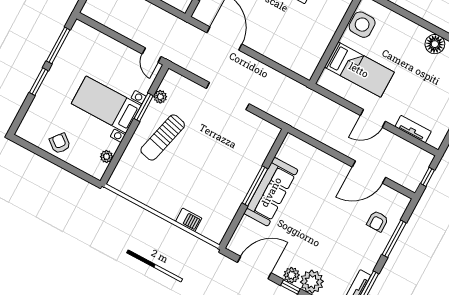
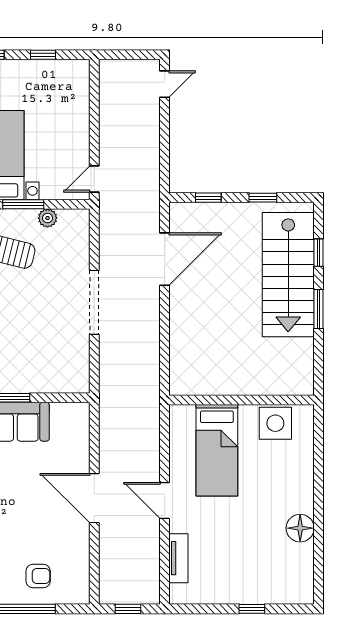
window: (58, 45) -> (43, 55), width x0.46
door: (369, 172) -> (94, 498), moved
armchair: (377, 221) -> (38, 576), turned 180

